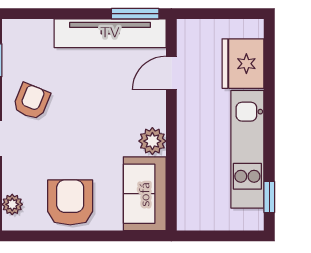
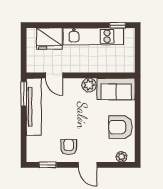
armchair: (31, 101) -> (69, 147), turned 68

